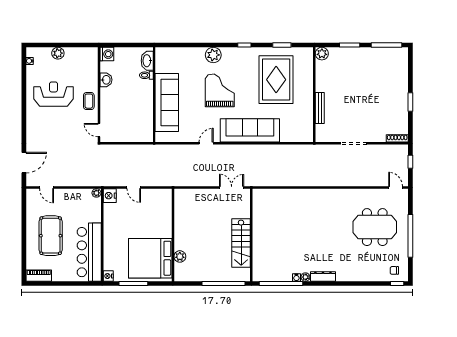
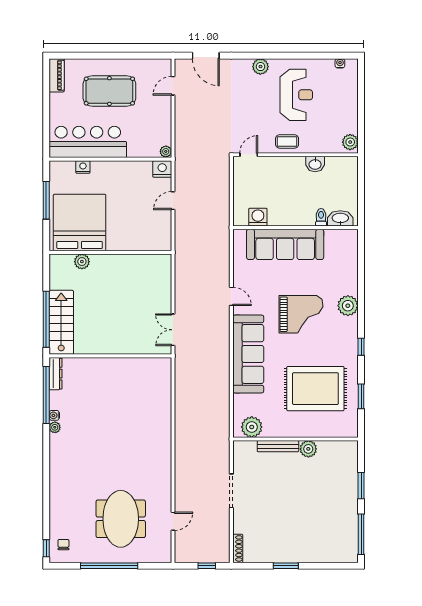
plant: (58, 53) -> (350, 142), moved
washing machine: (107, 54) -> (258, 217), moved, turned 180
plant: (322, 54) -> (308, 449), moved
plant: (32, 121) -> (260, 67), added
plant: (305, 128) -> (252, 427), added
double door: (232, 187) -> (173, 330), swing flipped
door: (396, 187) -> (173, 521), moved
stairs: (241, 243) -> (61, 322), moved, turned 90
nightstand: (108, 276) -> (83, 167), moved
dresser: (323, 276) -> (55, 374), moved

